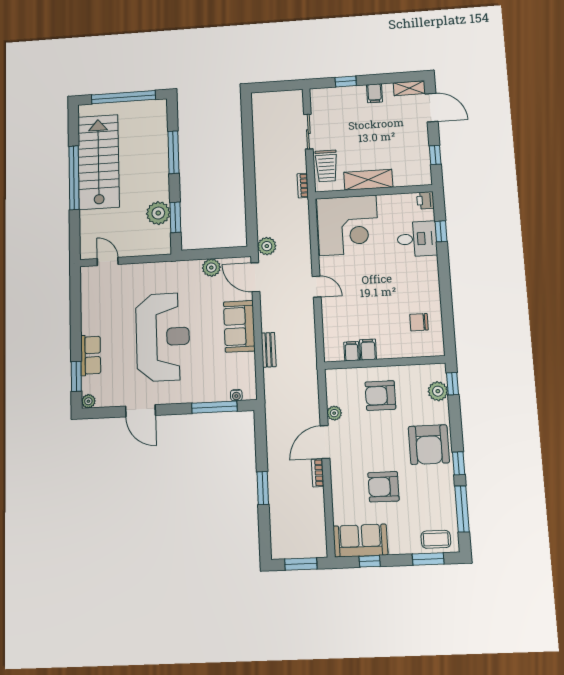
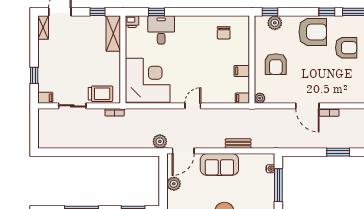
filing cabinet: (375, 93) -> (45, 98), moved
shelving: (368, 180) -> (113, 34), moved
filing cabinet: (352, 351) -> (242, 98), moved
plant: (334, 413) -> (260, 98), moved
armchair: (383, 487) -> (346, 48), moved, turned -90

